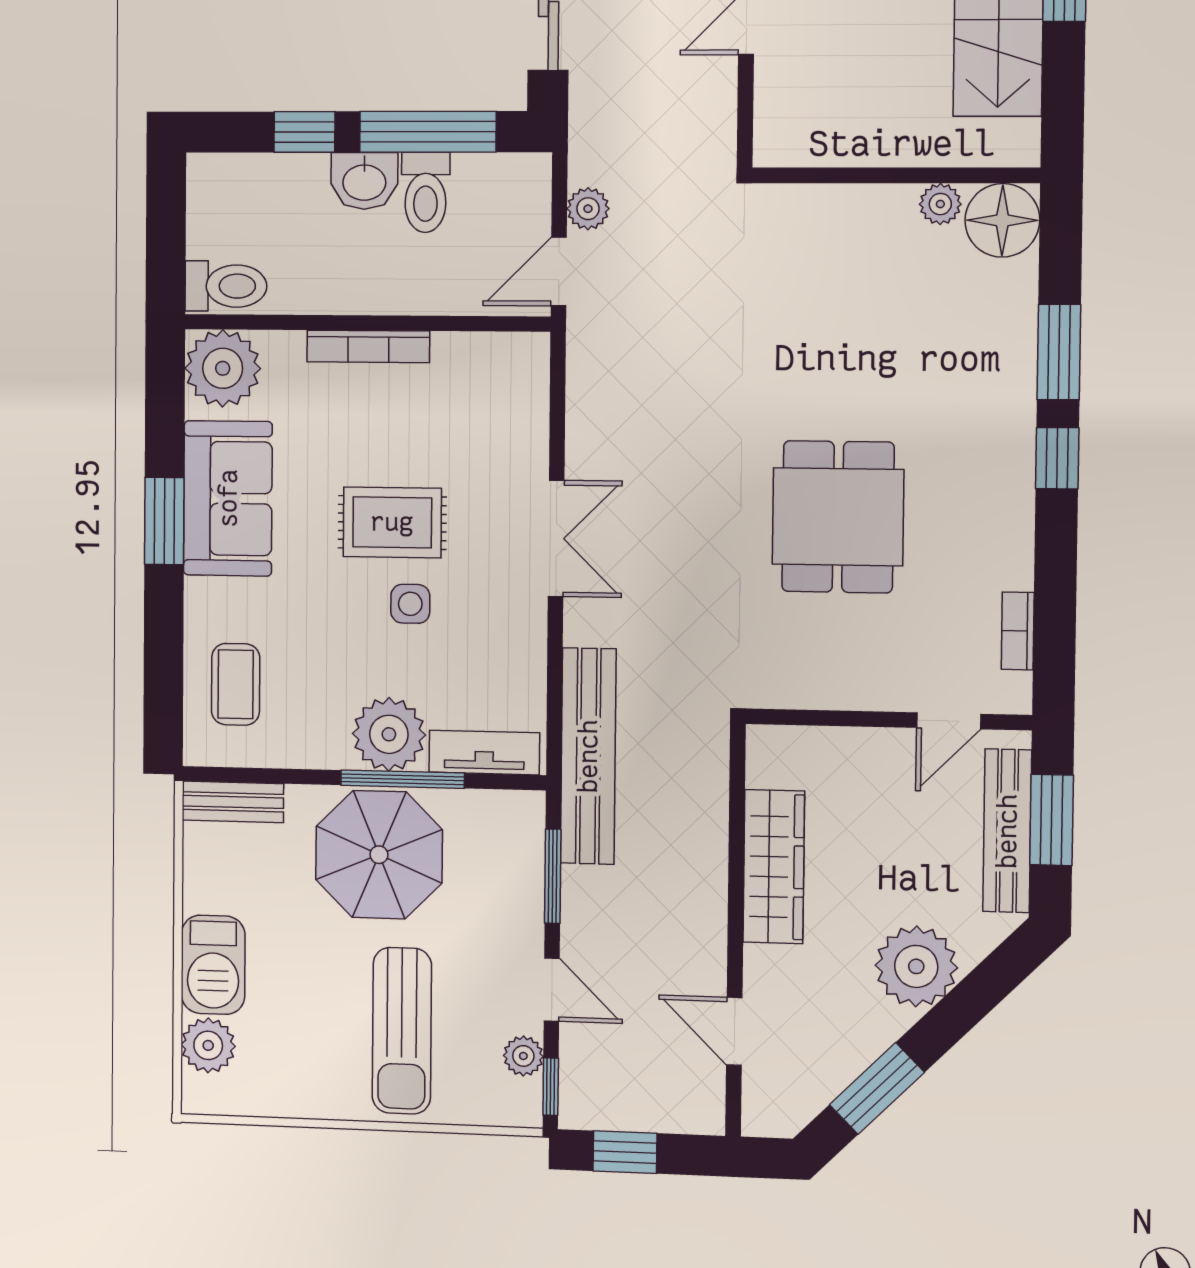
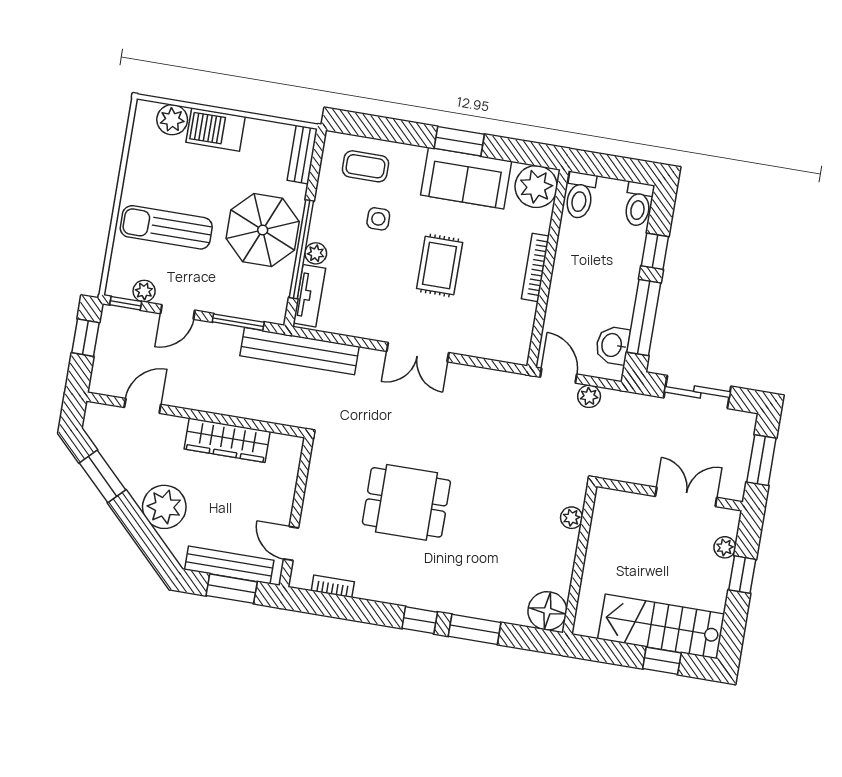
washbasin: (364, 181) -> (612, 345), moved
toilet: (426, 192) -> (638, 204), moved, turned -90
plant: (940, 204) -> (572, 518), moved
side table: (410, 604) -> (378, 219), moved
plant: (389, 734) -> (316, 253), width x0.53, depth x0.53
window: (403, 779) -> (301, 249), width x1.46

